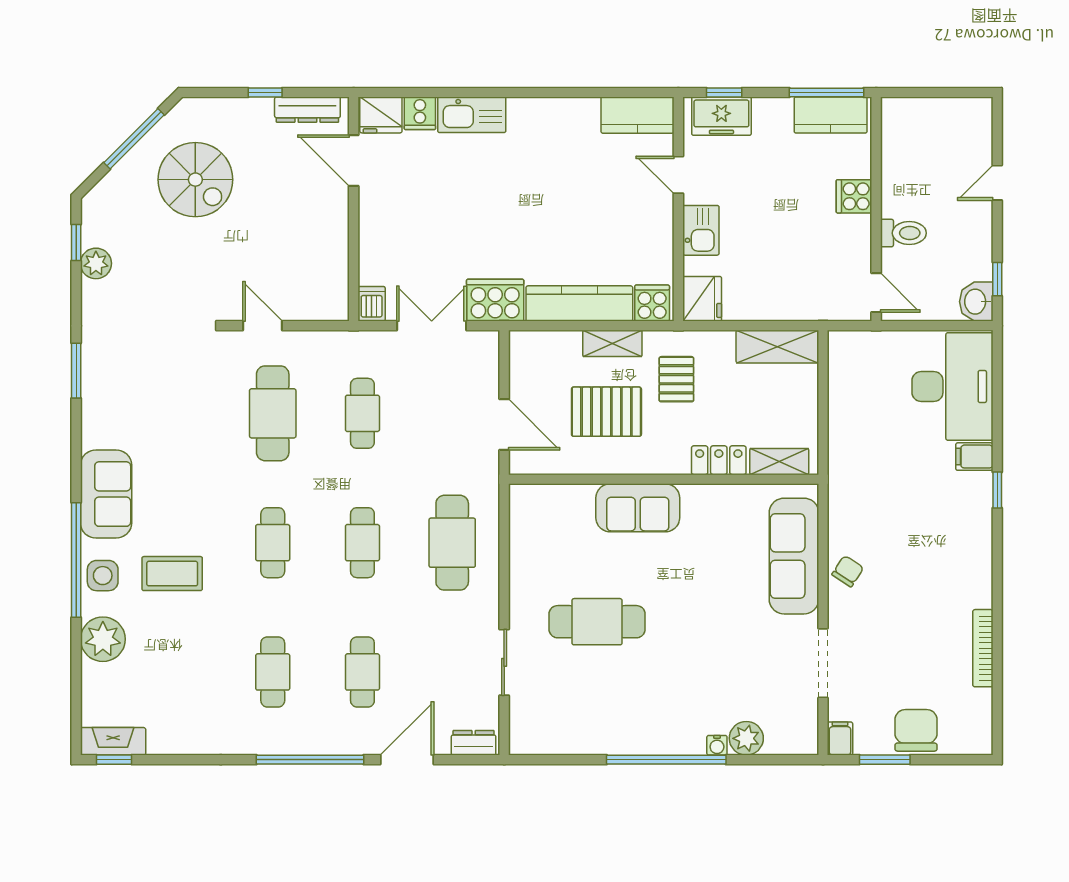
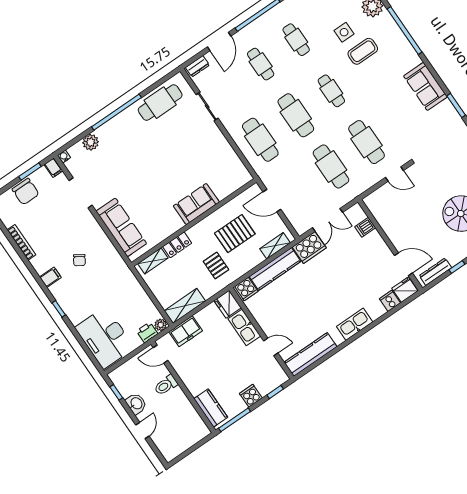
kitchen sink: (472, 115) -> (355, 324), moved
kitchen counter: (638, 115) -> (310, 354), width x1.50
kitchen counter: (831, 115) -> (211, 408), moved, turned 90
freezer: (721, 116) -> (186, 331), moved, turned 180
cooker: (854, 196) -> (251, 396), moved, turned -90
kitchen sink: (701, 230) -> (244, 327), width x1.38
washbasin: (976, 302) -> (136, 404), moved
dishwasher: (372, 304) -> (365, 227), moved, turned 90
shelving: (612, 343) -> (275, 246), moved
plant: (841, 343) -> (161, 325), added
printer: (873, 346) -> (147, 332), added
cafe table: (362, 413) -> (331, 166), width x1.37, depth x1.35
filing cabinet: (974, 457) -> (50, 277), moved
sofa: (106, 494) -> (425, 86), moved
cafe table: (362, 543) -> (296, 115), width x1.37, depth x1.35
chair: (848, 571) -> (79, 260), moved
side table: (103, 576) -> (344, 32), moved
cafe table: (597, 622) -> (160, 103), moved
water cooler: (717, 745) -> (64, 156), moved

